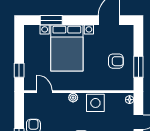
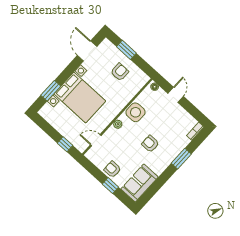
window: (138, 67) -> (126, 50), moved

